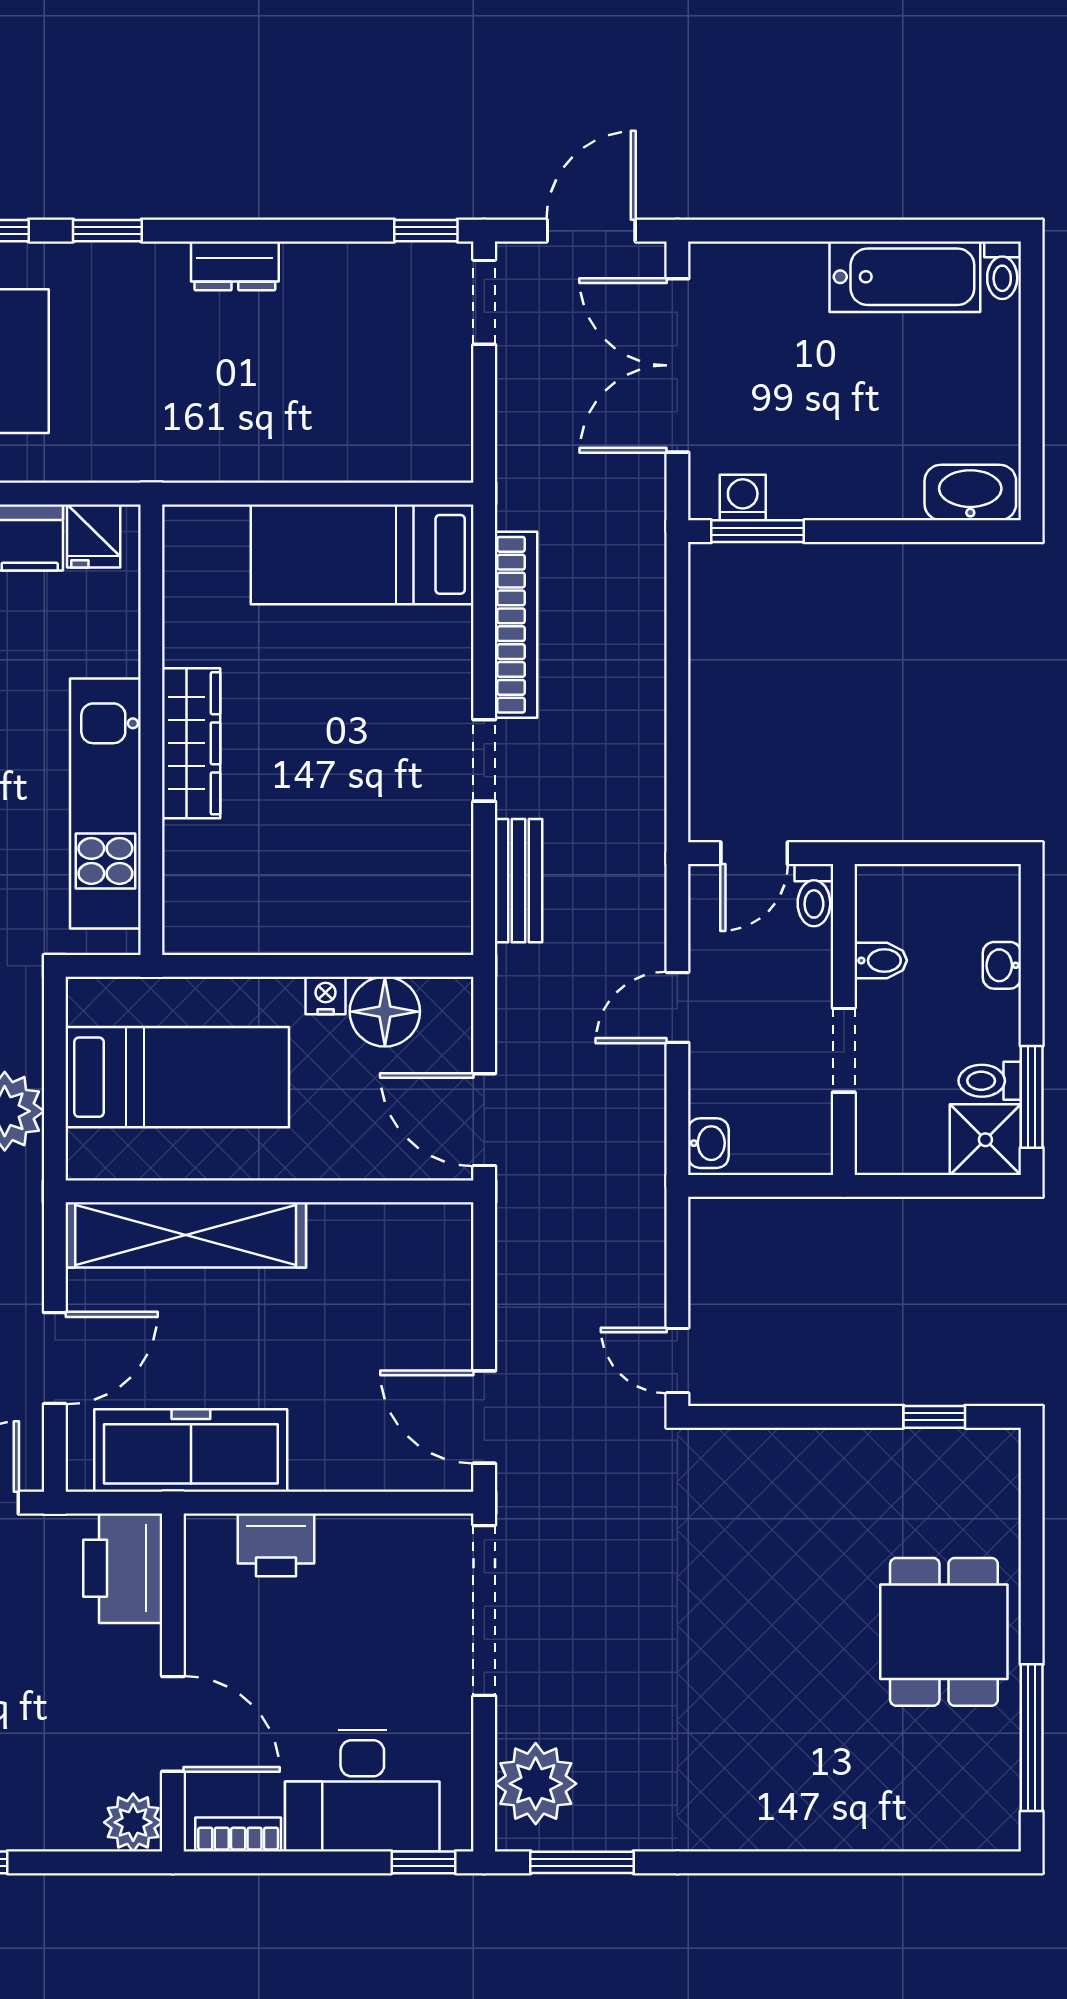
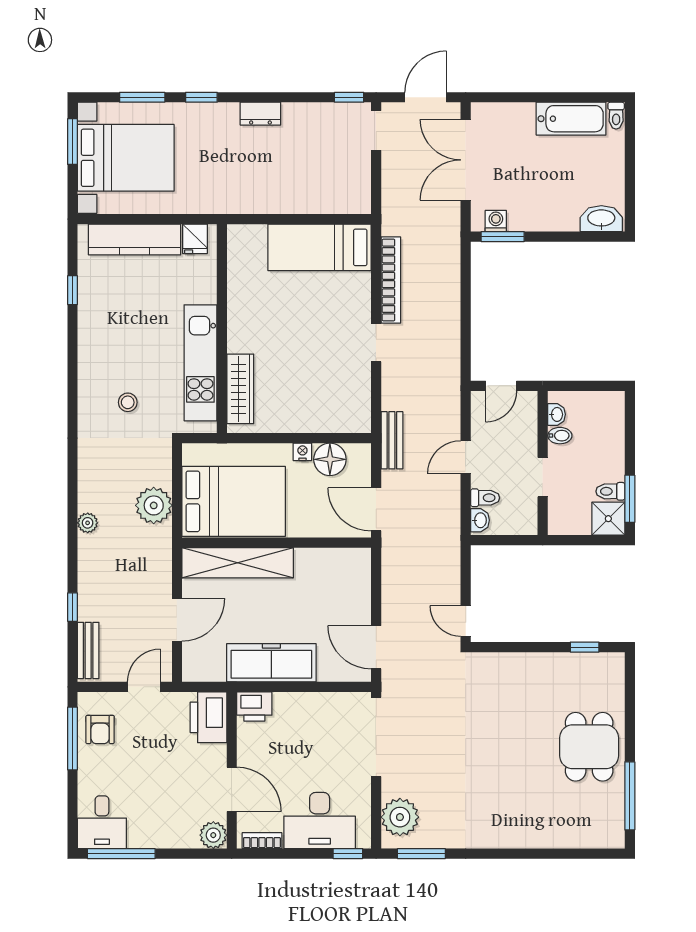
wardrobe: (191, 743) -> (240, 389), moved
bench: (519, 881) -> (392, 440), moved
toilet: (814, 895) -> (485, 498), moved, turned -90
washbasin: (1002, 965) -> (557, 414), moved, turned 180
bed: (177, 1077) -> (234, 501), width x1.50
freezer: (191, 1451) -> (271, 663), moved
printer: (276, 1545) -> (254, 706), moved

